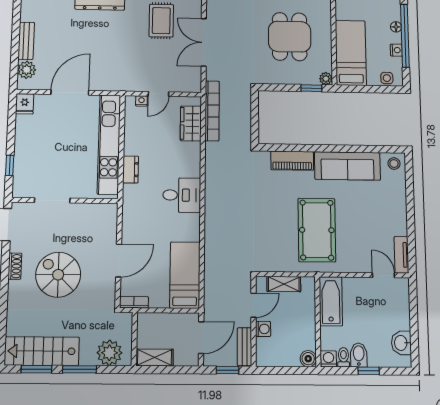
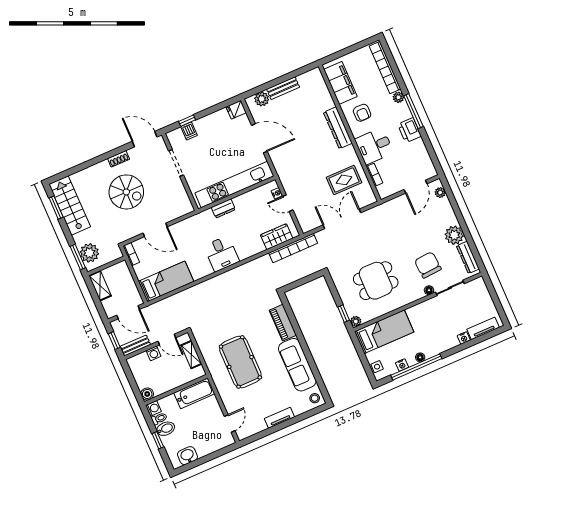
dishwasher: (23, 169) -> (189, 131), added
pool table: (317, 230) -> (240, 362), turned 90
tv unit: (402, 255) -> (279, 418), moved
spiral stairs: (58, 275) -> (126, 192), turned 90
window: (79, 369) -> (78, 257), moved

